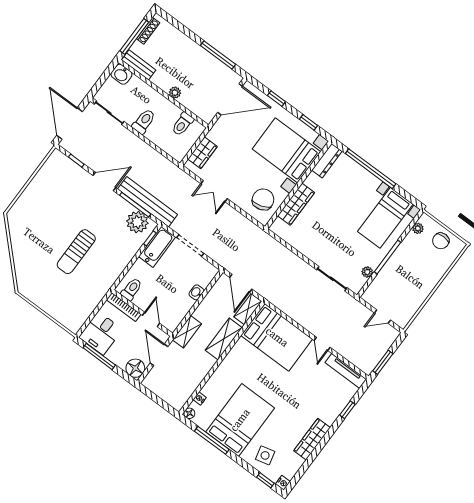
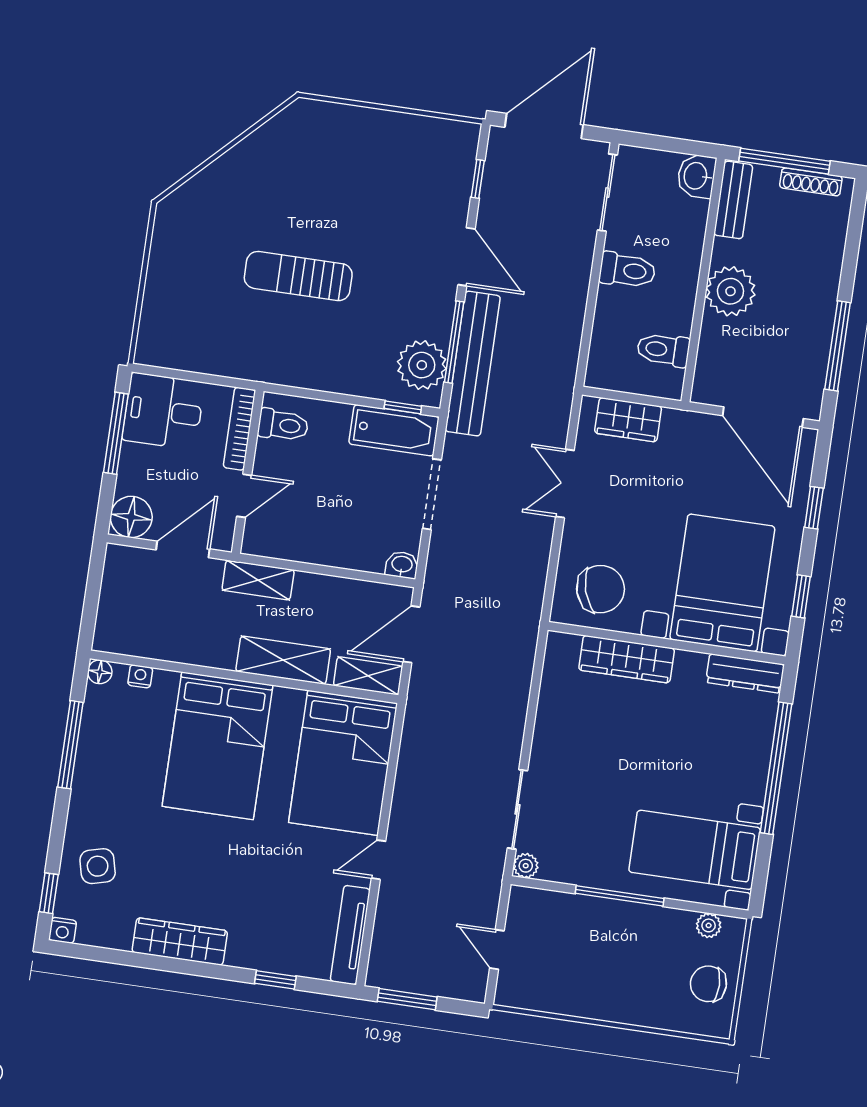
plant: (175, 93) -> (730, 291), width x1.88, depth x1.88
plant: (367, 272) -> (526, 866), moved
washbasin: (196, 292) -> (402, 565), moved
bed: (240, 420) -> (217, 746), moved, turned 90

